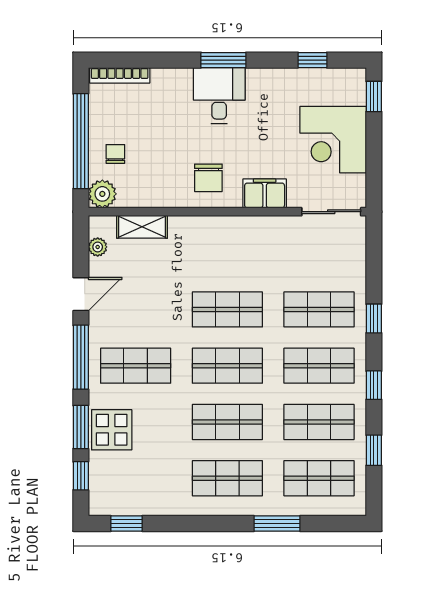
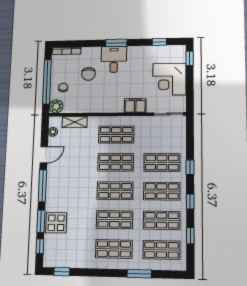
chair: (208, 178) -> (88, 74), moved
shop shelf: (136, 366) -> (116, 135), moved

